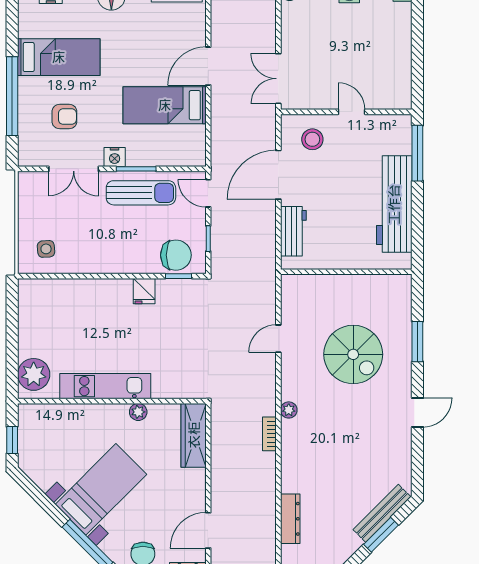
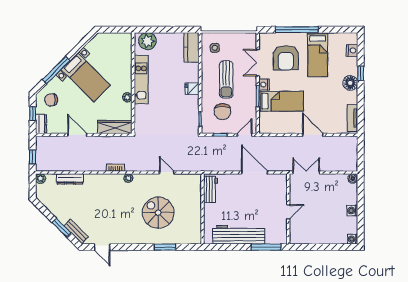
bed: (165, 105) -> (281, 101), moved, turned 90
armchair: (64, 117) -> (286, 58), width x1.88, depth x1.88
stool: (312, 139) -> (274, 191), removed
sun lounger: (141, 193) -> (226, 79), moved
workbench: (293, 231) -> (211, 189), moved, turned -90
chair: (176, 255) -> (222, 112), moved
fridge: (144, 291) -> (192, 89), moved
kitchen counter: (45, 292) -> (192, 47), added
spiral stairs: (353, 354) -> (158, 213), turned 90
door: (417, 412) -> (102, 247), moved
window: (12, 440) -> (112, 30), removed
bench: (382, 513) -> (76, 231), width x0.73
door: (208, 530) -> (77, 135), moved

